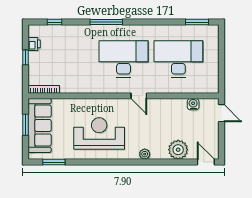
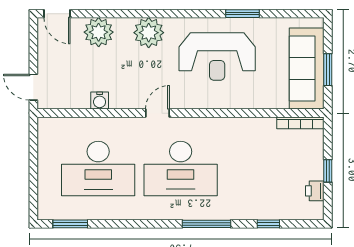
window: (55, 22) -> (268, 224), moved
door: (139, 96) -> (158, 113), hinge flipped
water cooler: (193, 104) -> (100, 101), moved
plant: (145, 154) -> (149, 33), width x1.88, depth x1.88
window: (54, 162) -> (242, 14), moved

